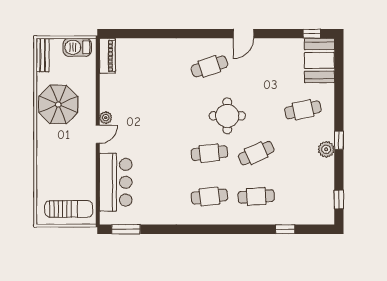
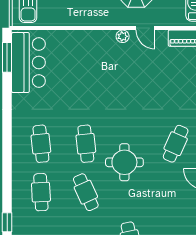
cafe table: (209, 66) -> (176, 144), turned 42
door: (98, 134) -> (145, 28), moved
bar counter: (116, 182) -> (28, 62), moved, turned -90

